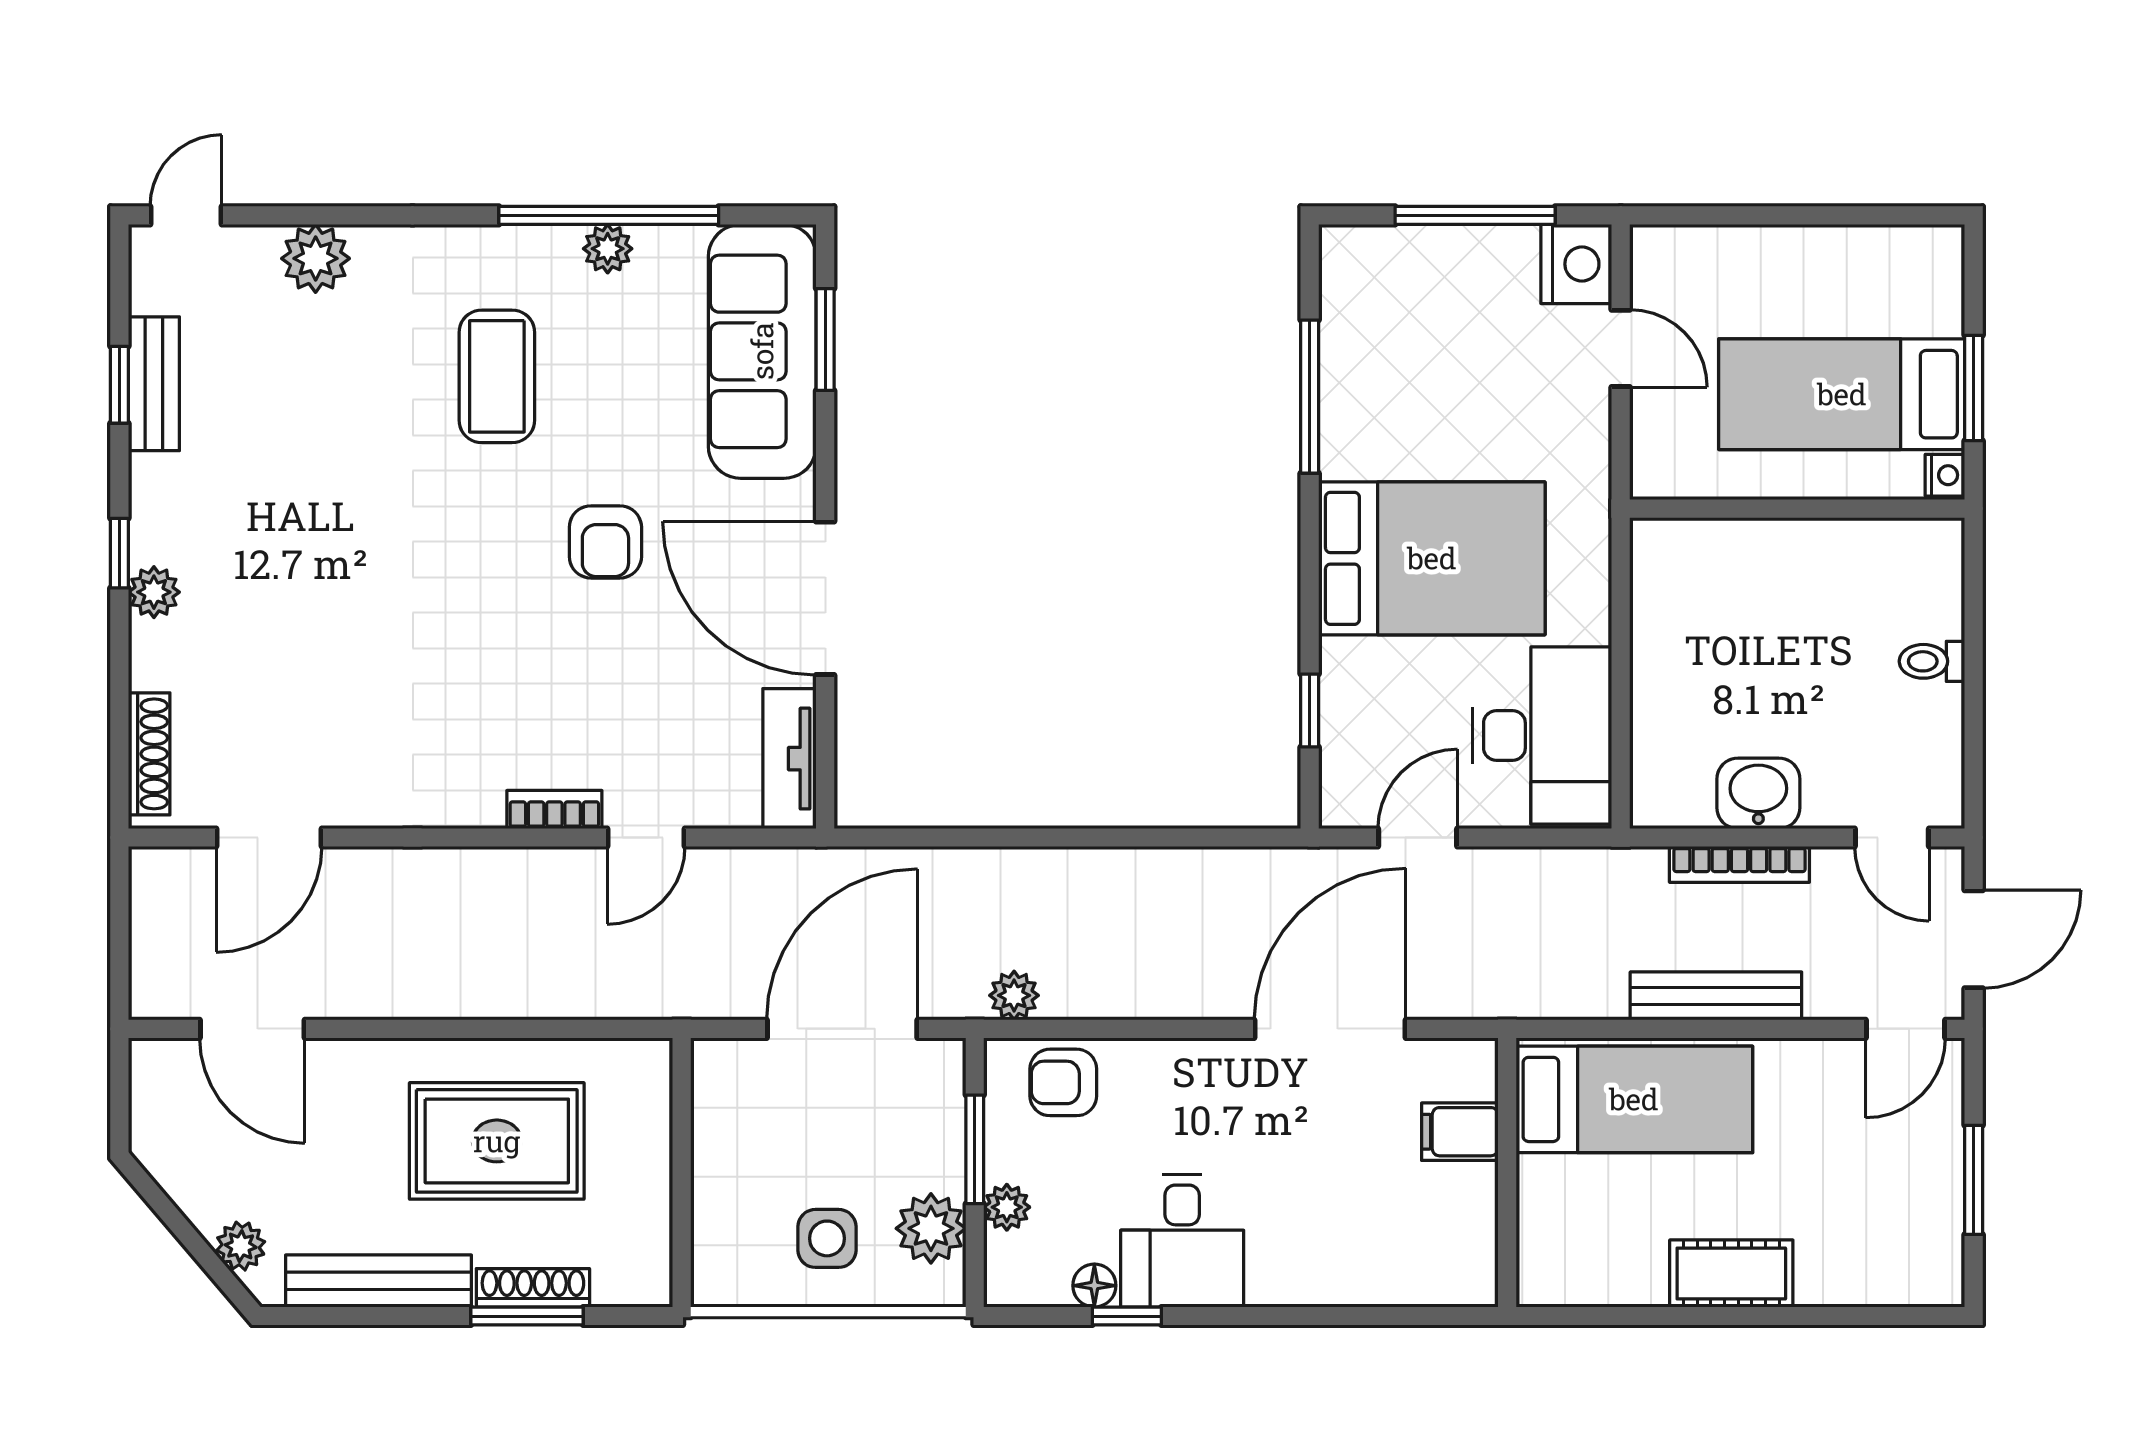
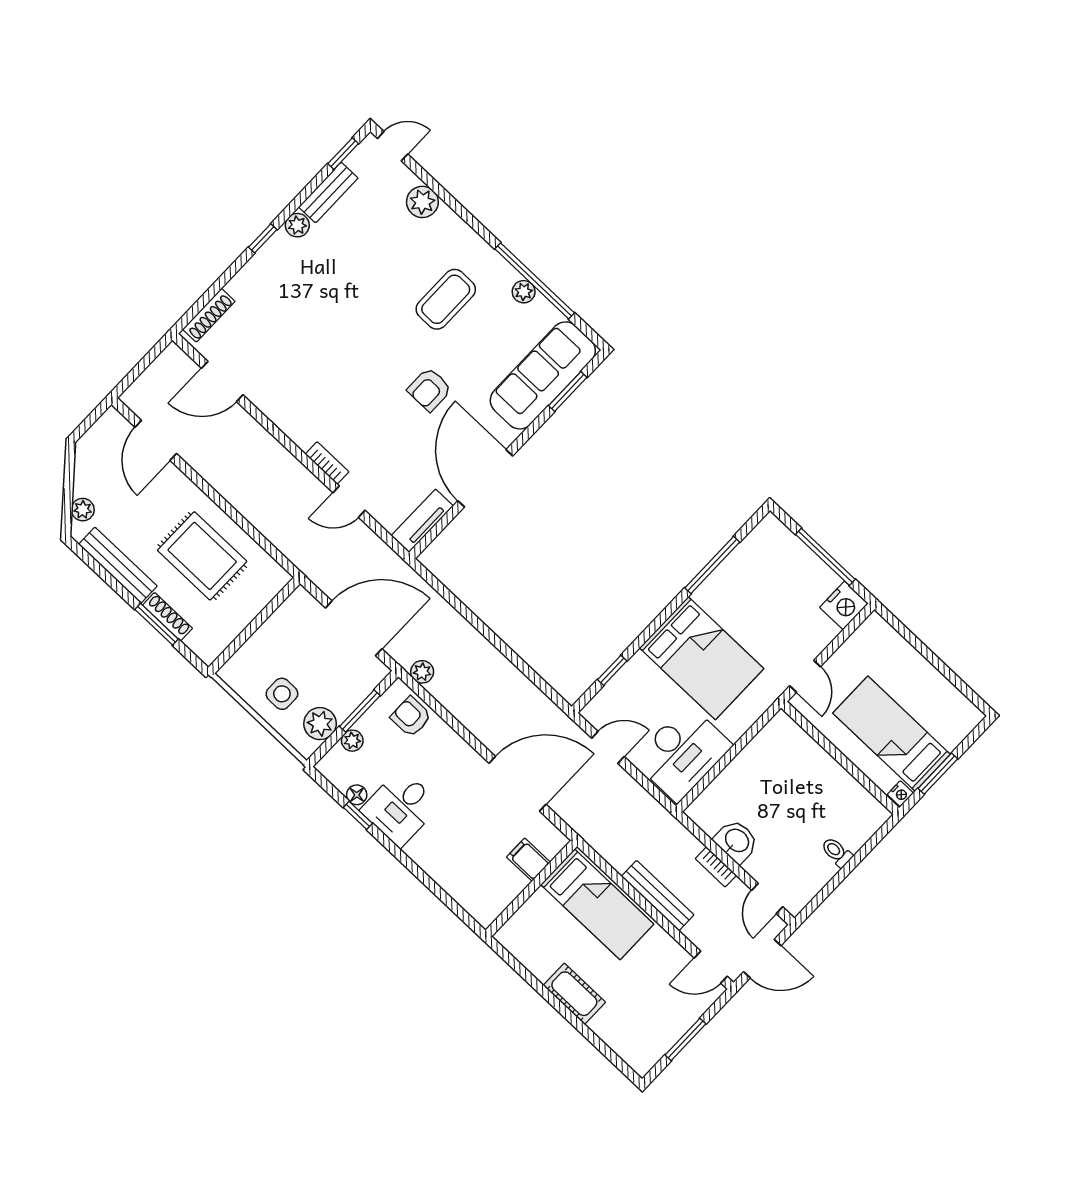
door: (1621, 348) -> (805, 676), moved
window: (119, 385) -> (343, 154), moved
plant: (154, 592) -> (297, 225), moved
bookcase: (1739, 864) -> (716, 867), width x0.64

